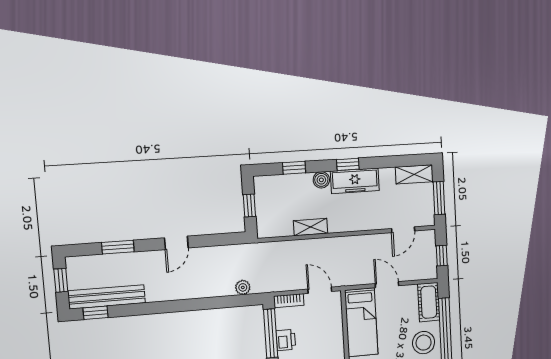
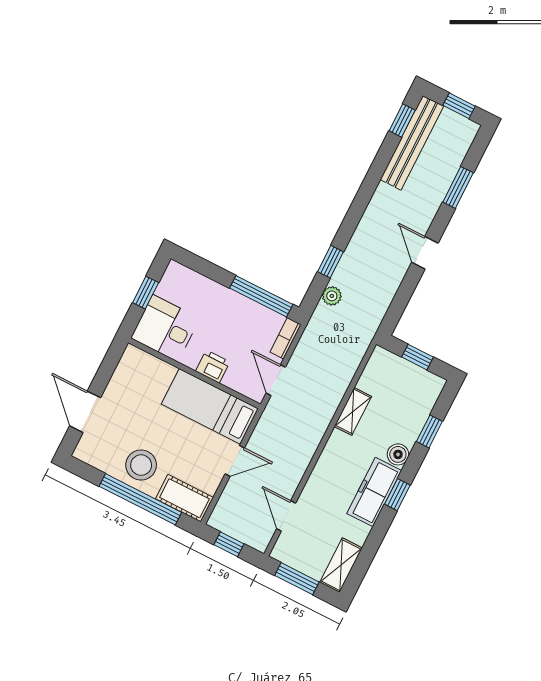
door: (320, 290) -> (276, 380), swing flipped
window: (221, 302) -> (330, 262), added
printer: (286, 340) -> (213, 366), moved, turned 180

